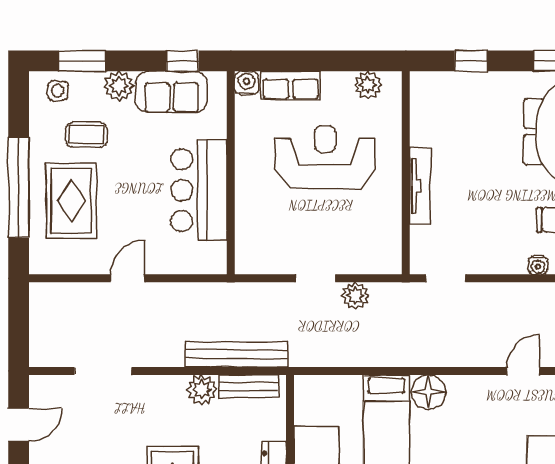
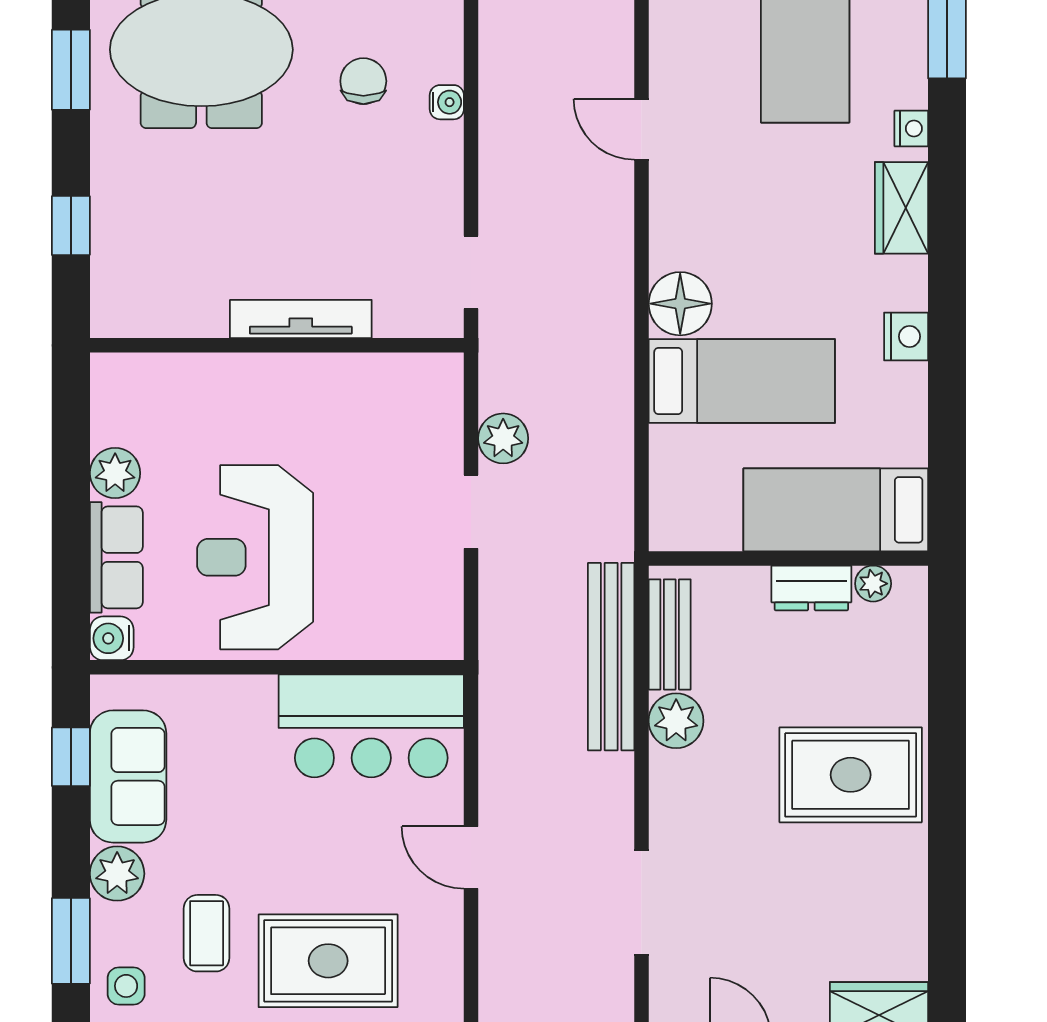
plant: (368, 85) -> (115, 473), moved
reception desk: (325, 157) -> (255, 557), moved
bar counter: (199, 190) -> (371, 726), moved

